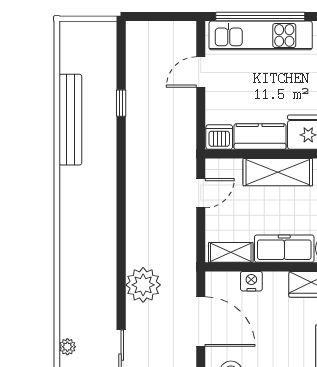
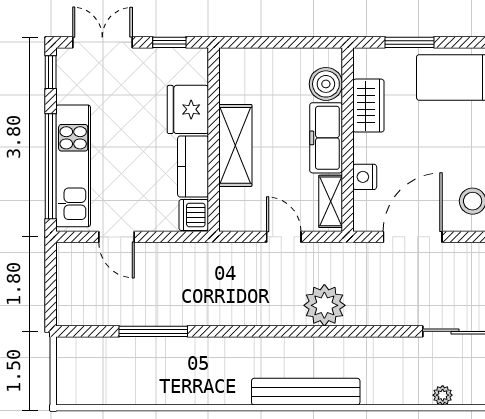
window: (121, 103) -> (153, 331), width x2.17
bench: (70, 120) -> (306, 392), moved
door: (201, 193) -> (284, 237), moved
plant: (143, 285) -> (324, 305), moved

